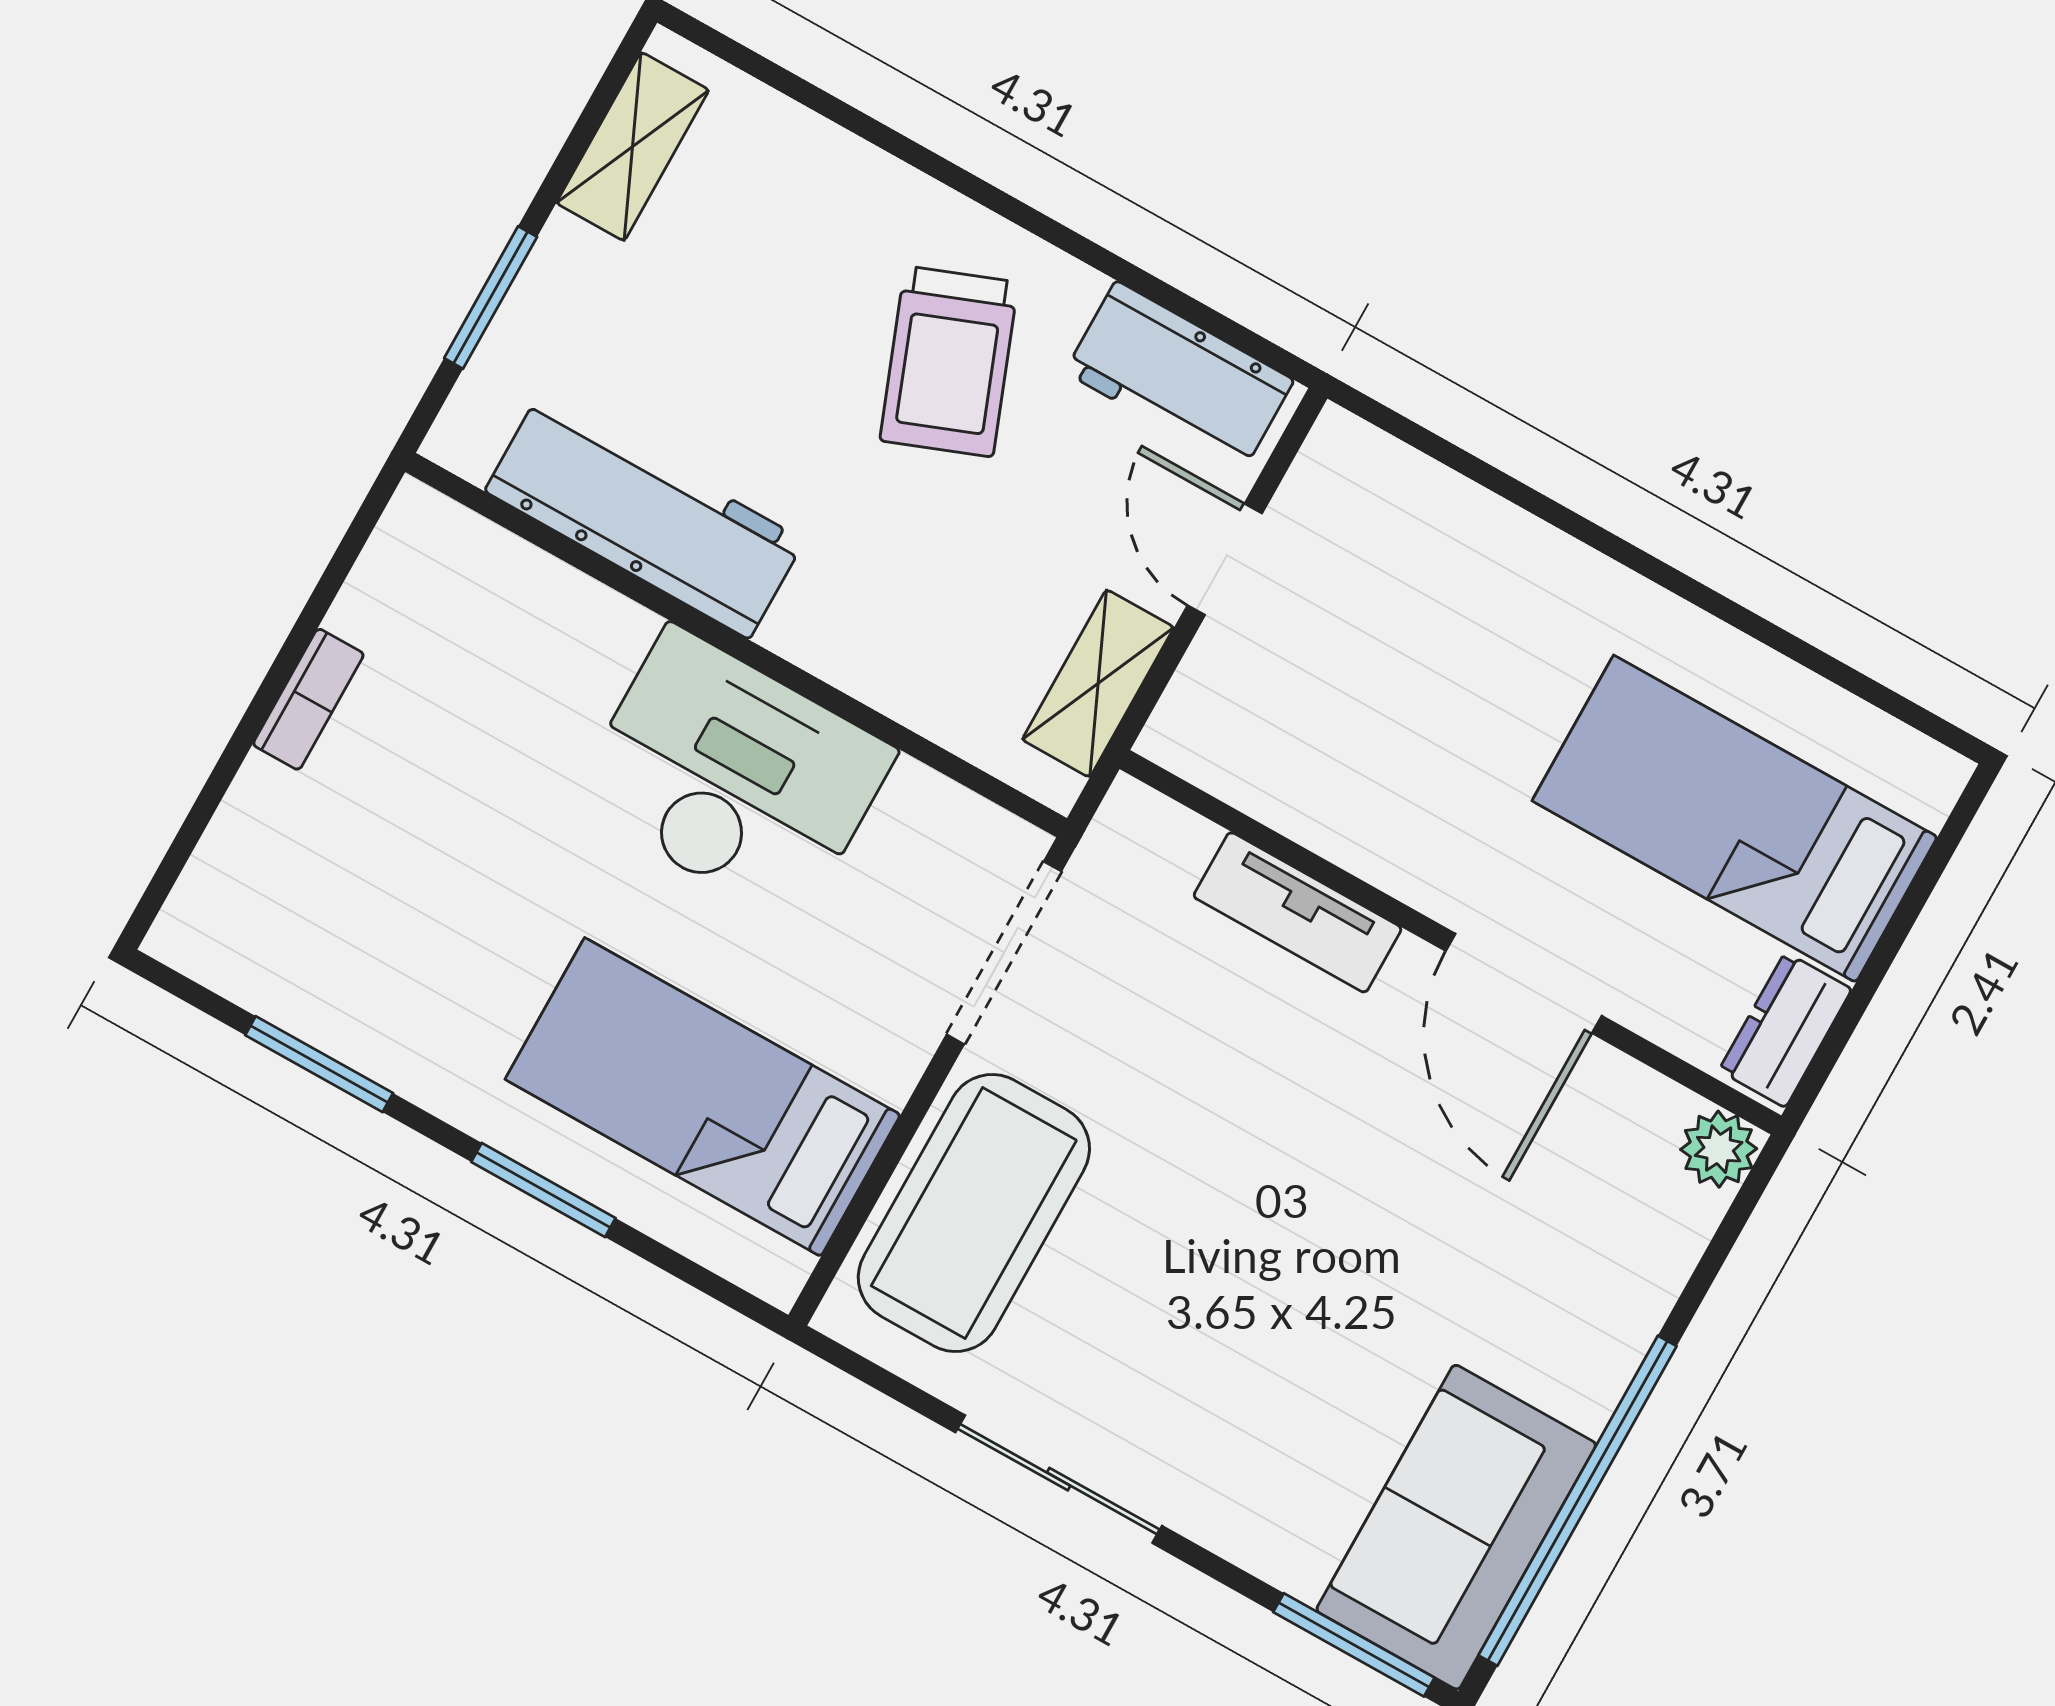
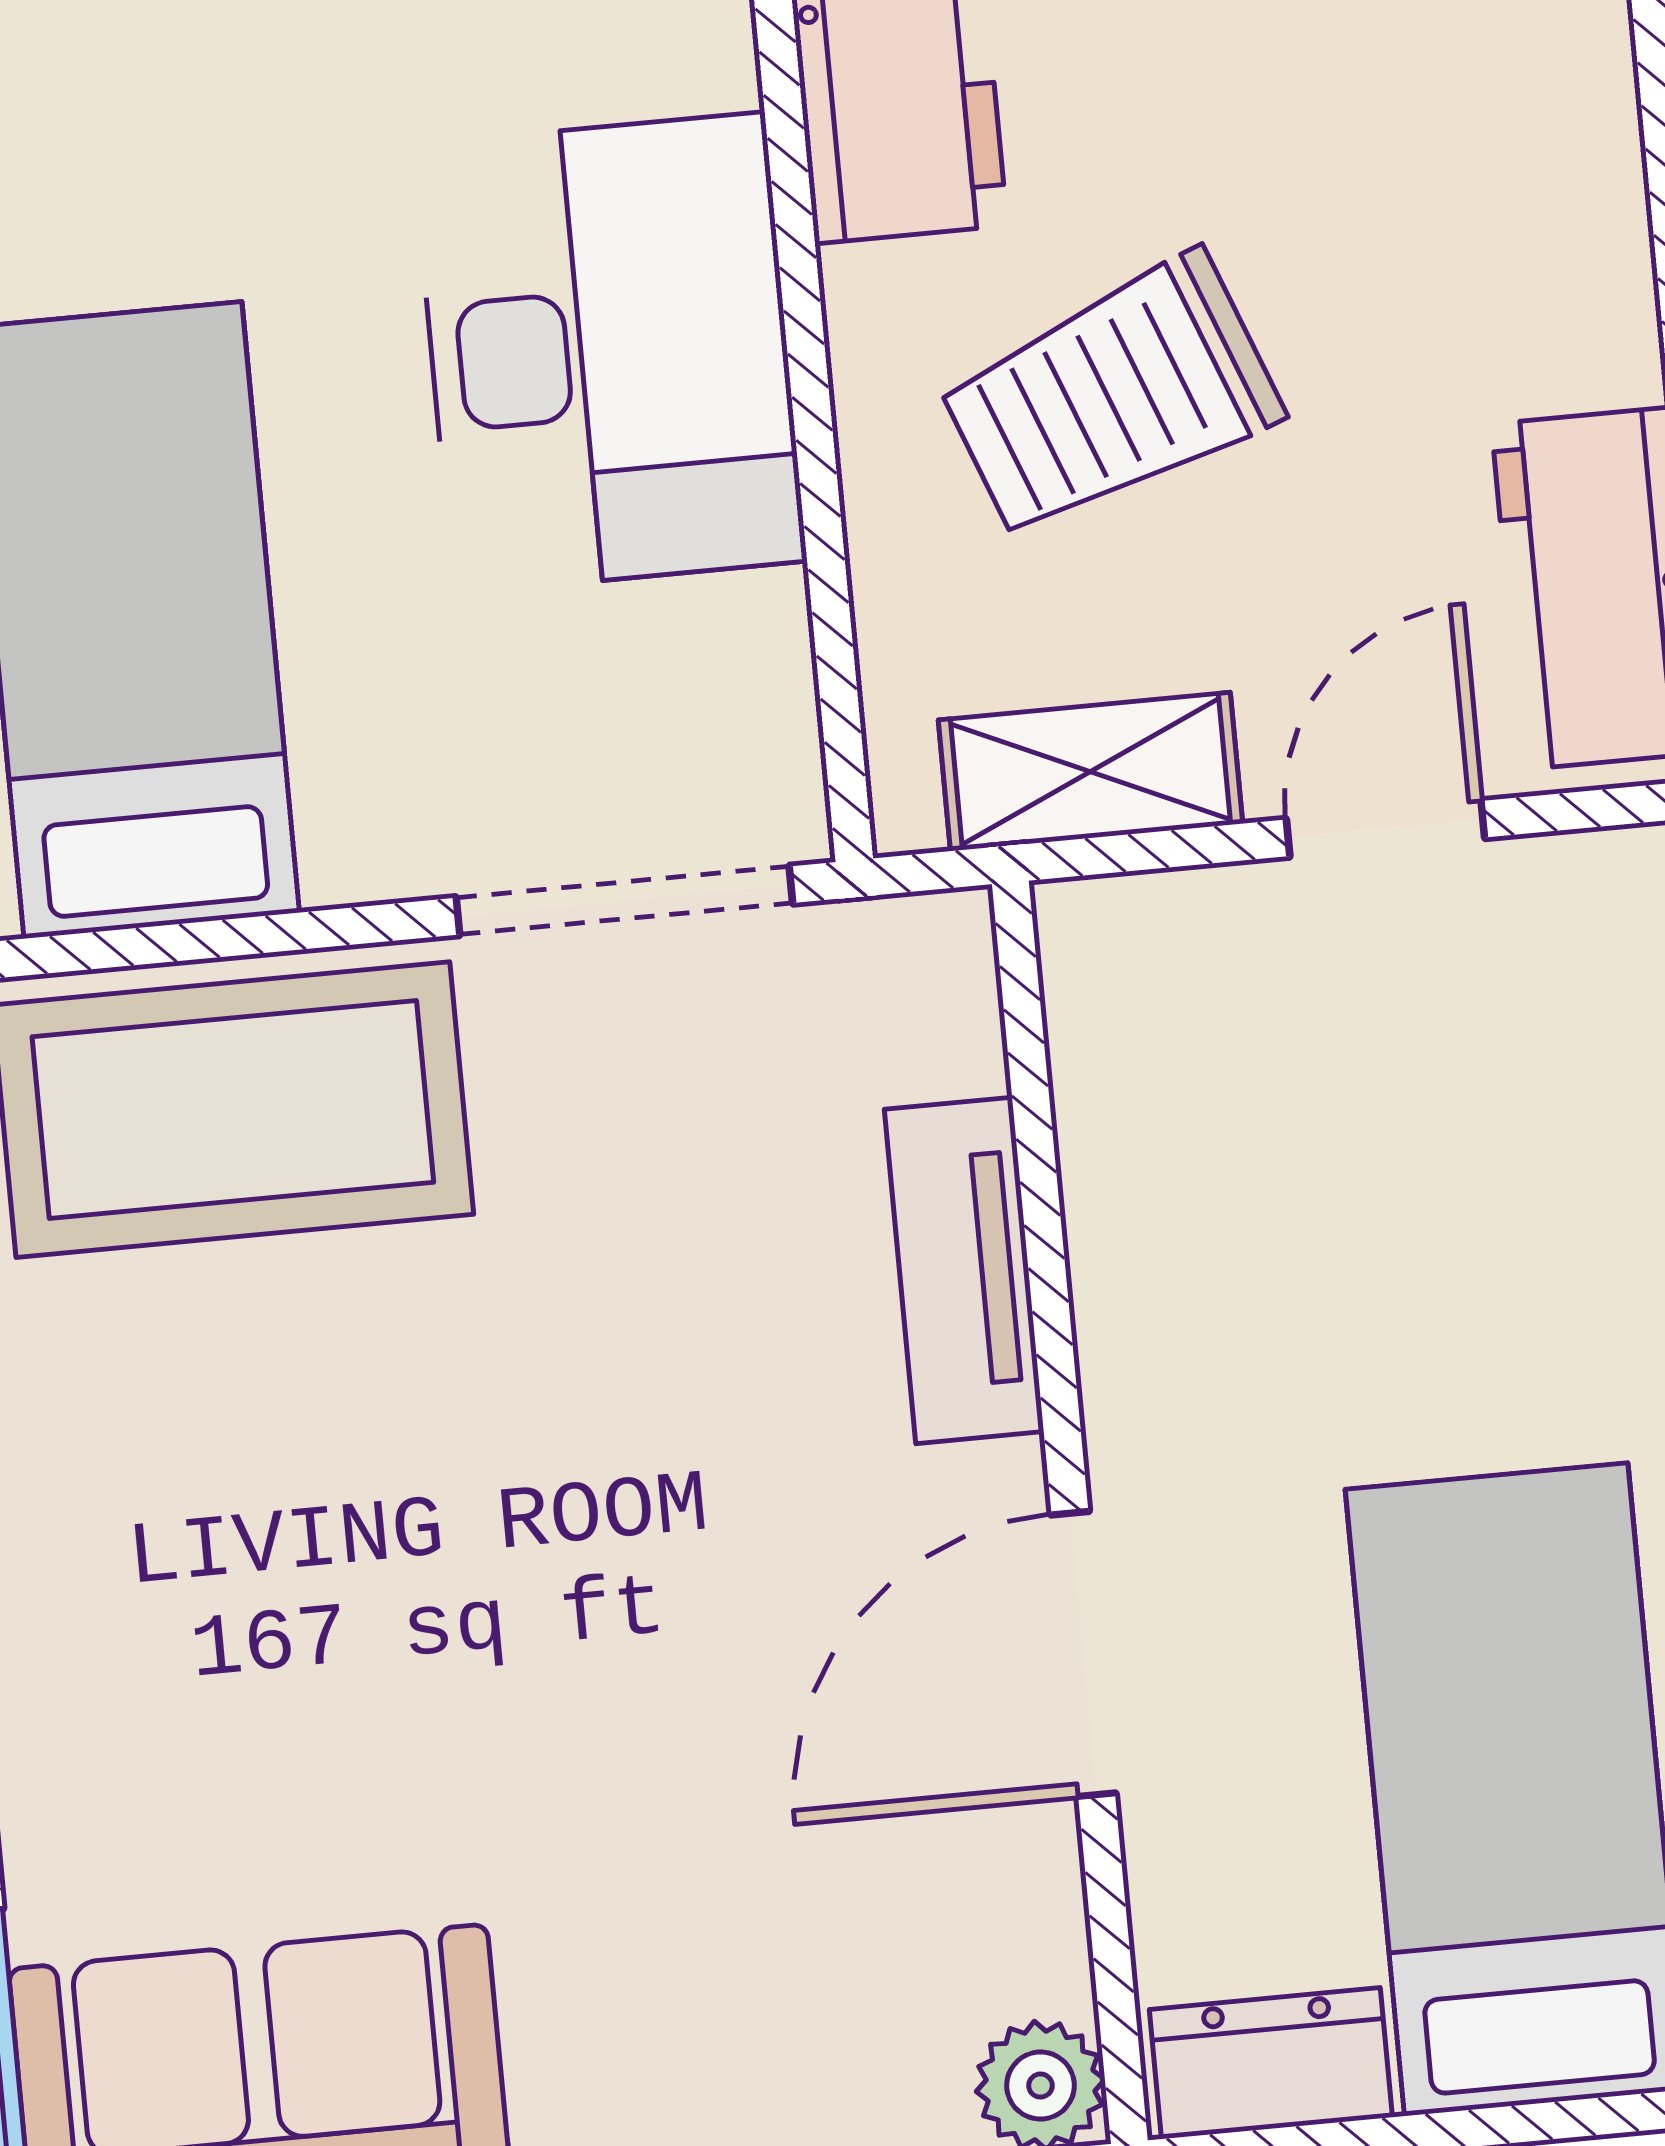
trolley: (949, 362) -> (1111, 397), moved

